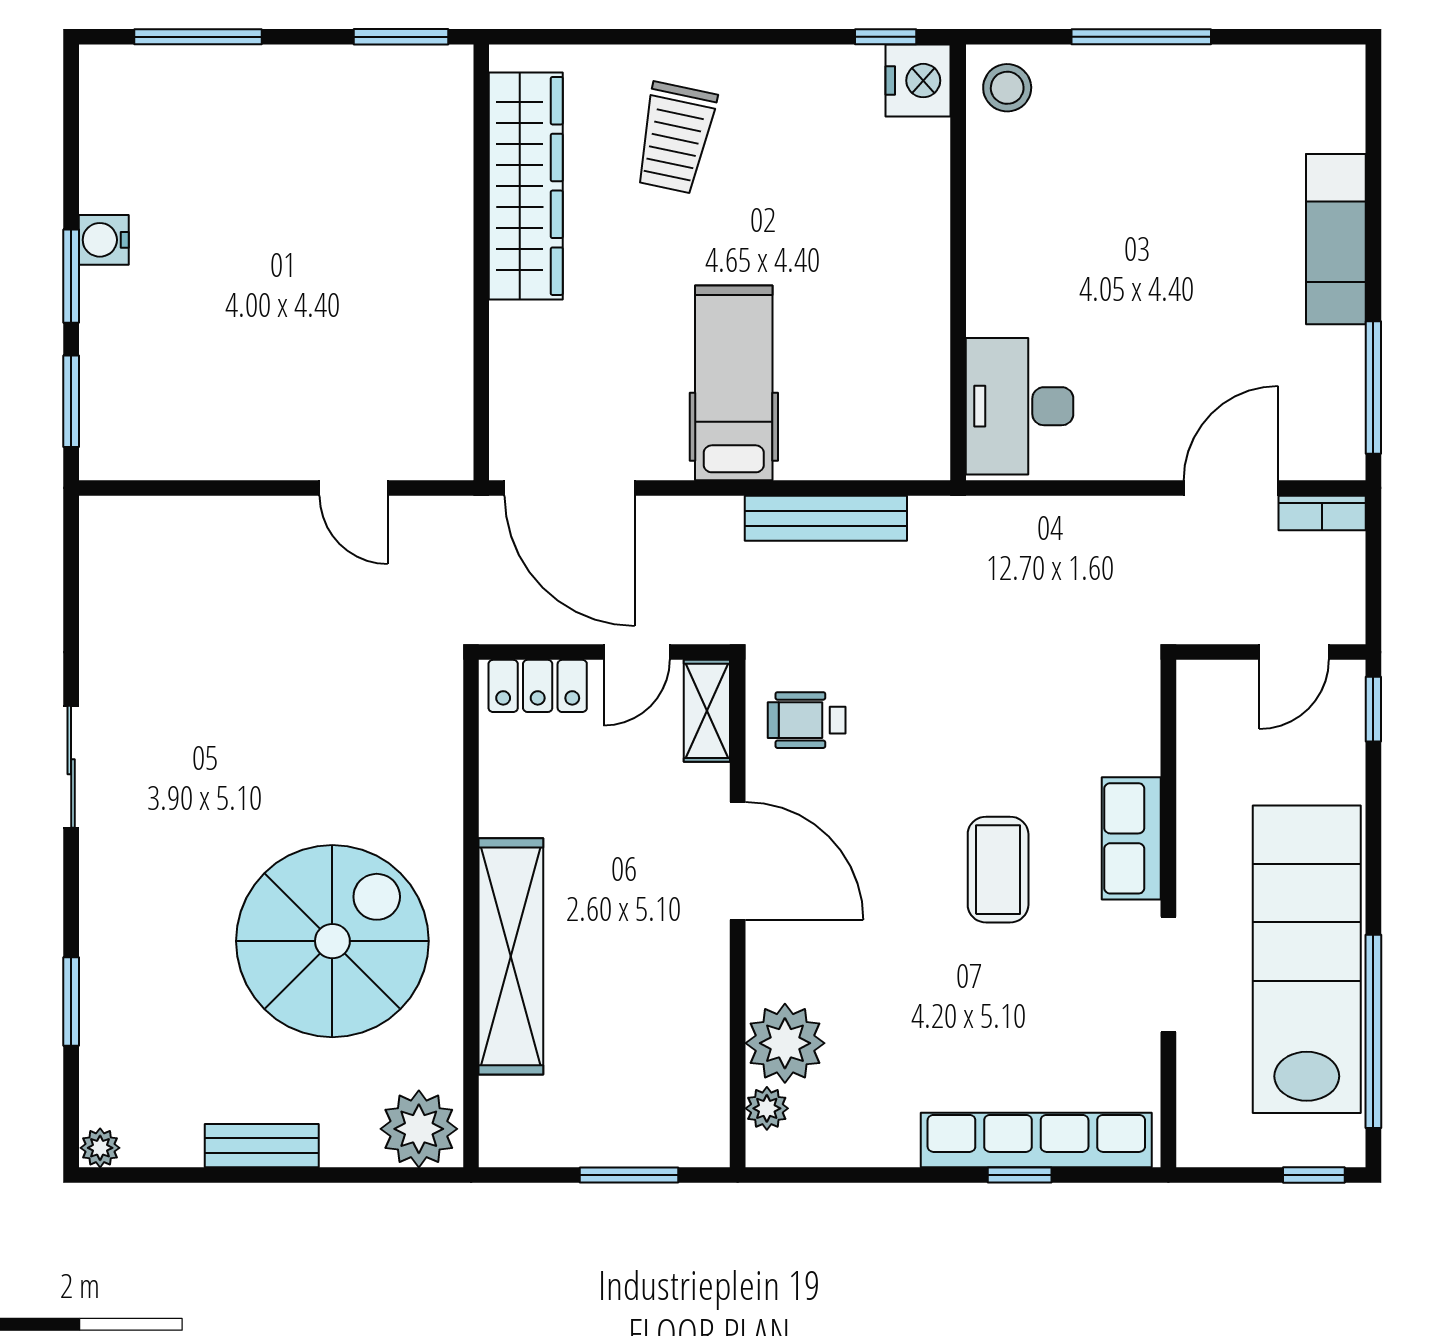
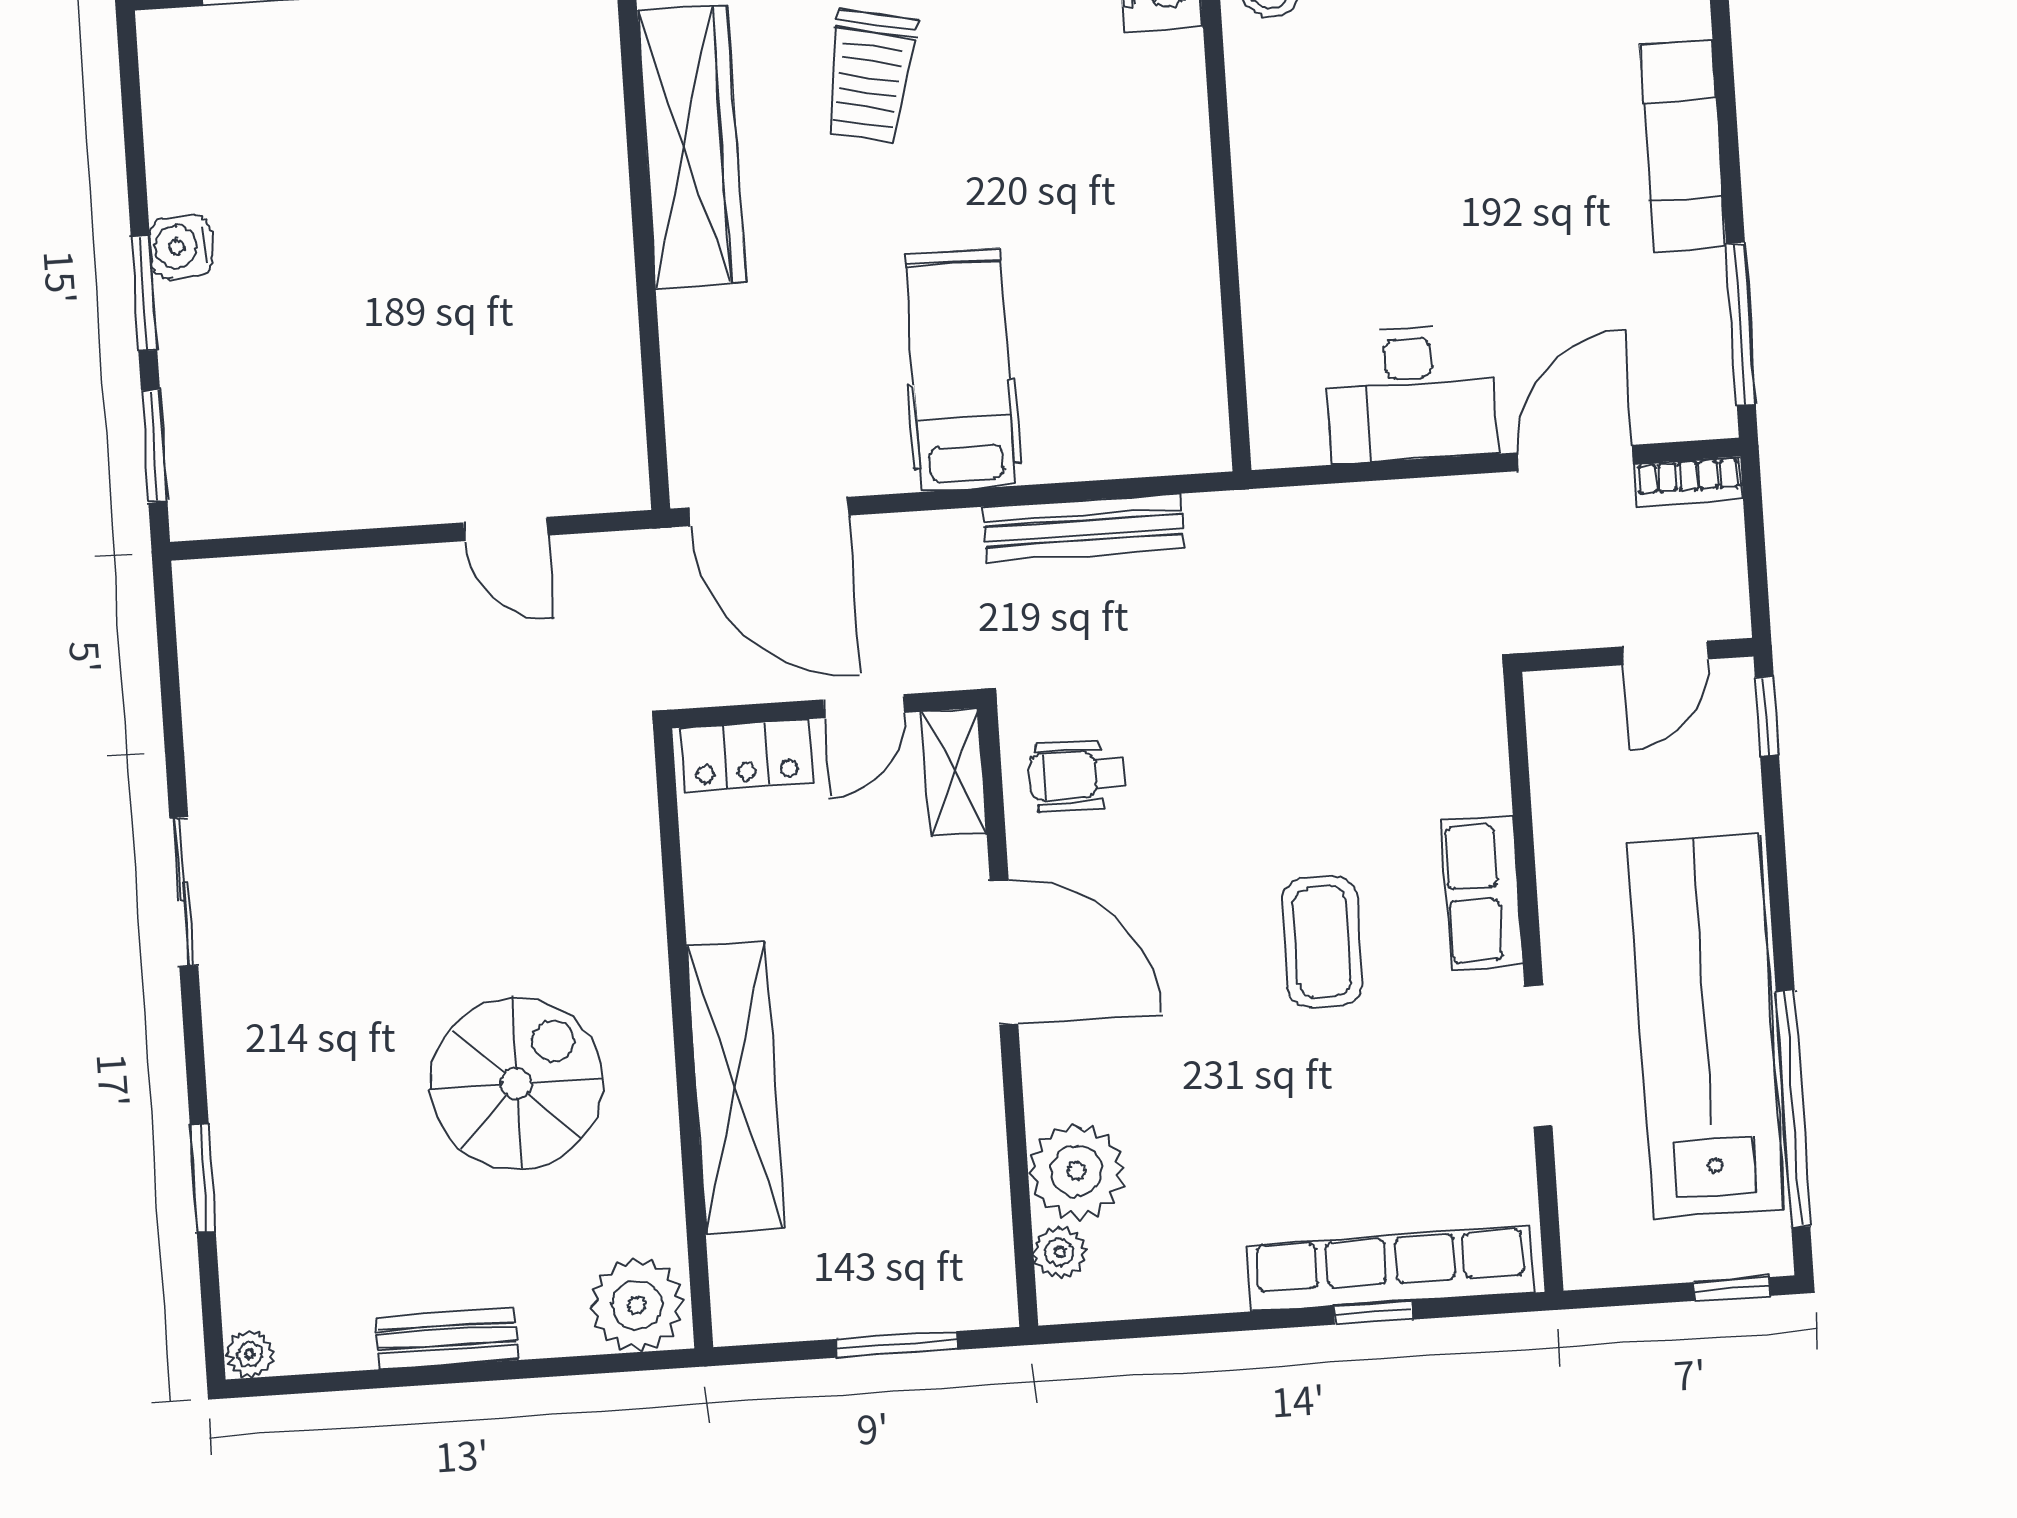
desk: (1020, 406) -> (1410, 394), moved, turned -90
spiral stairs: (332, 941) -> (516, 1083), width x0.73, depth x0.73

